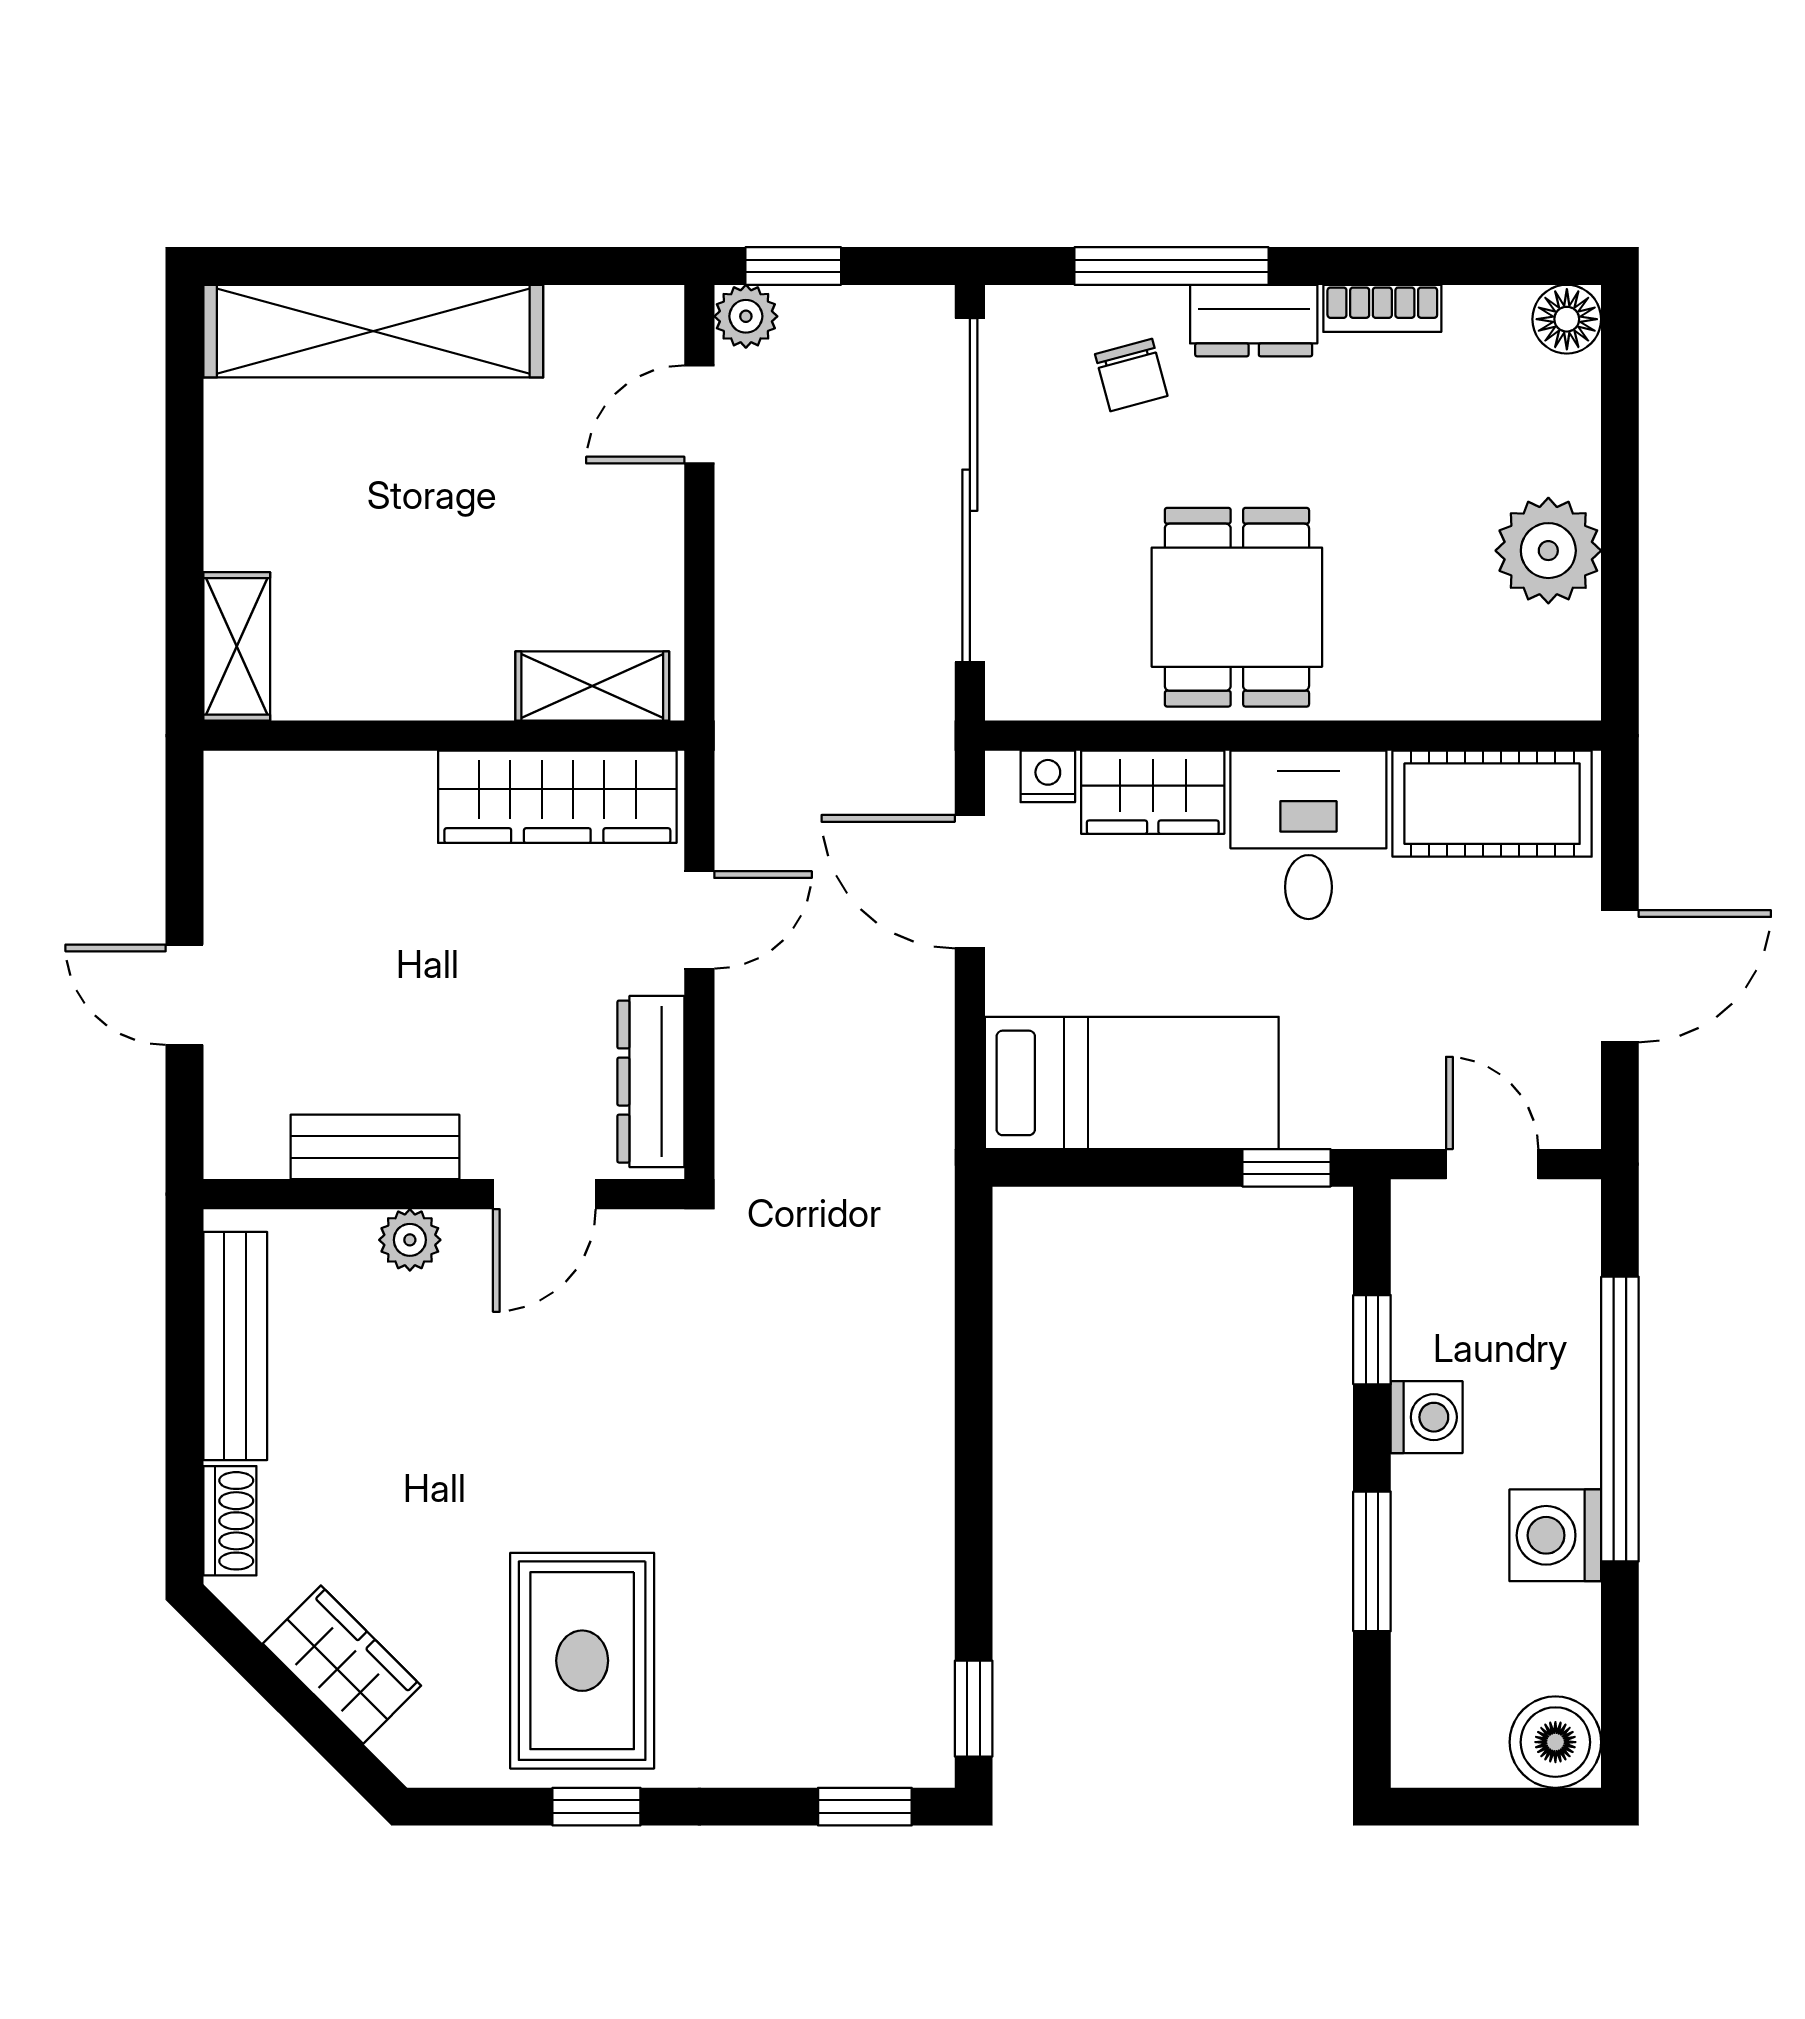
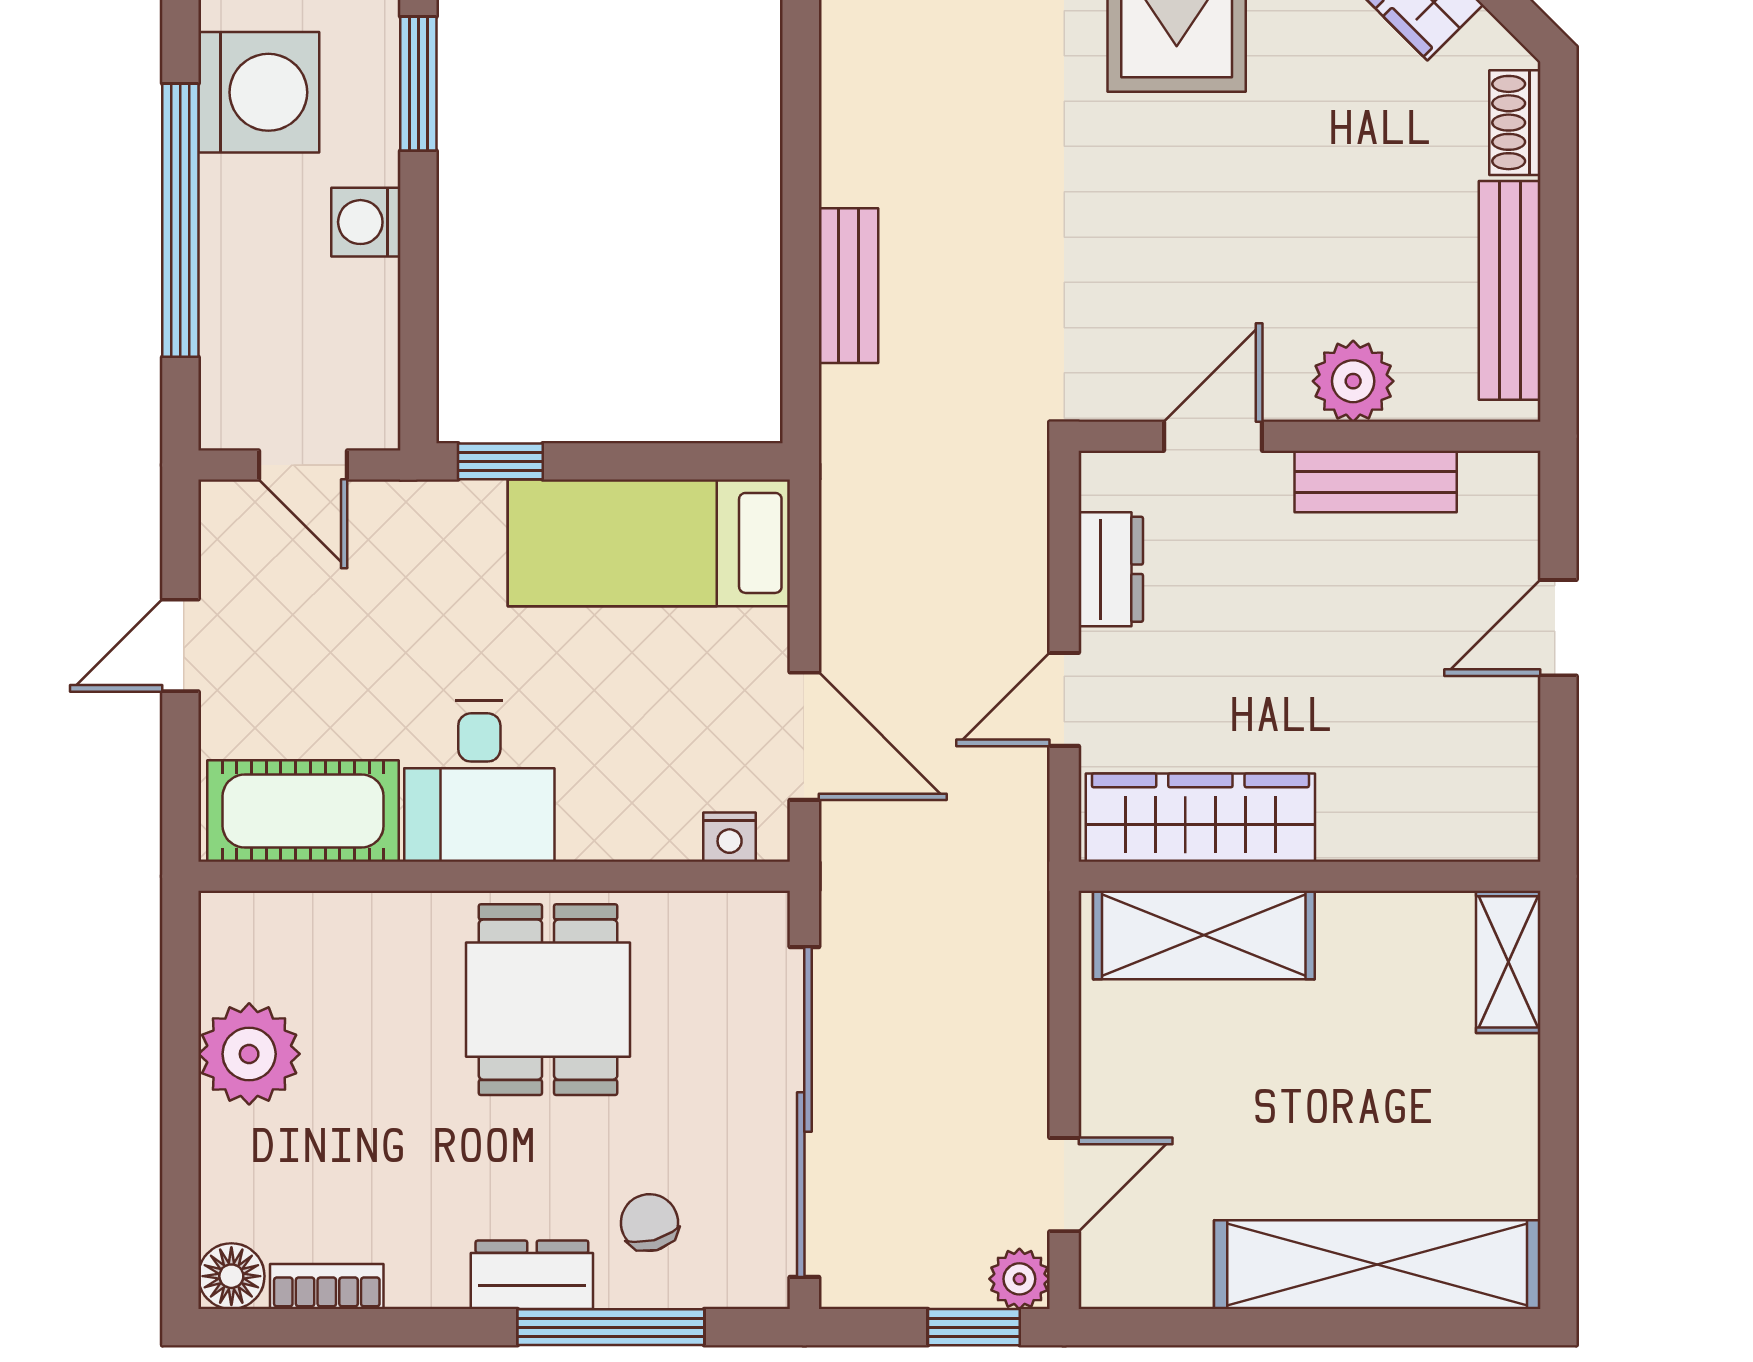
bookcase: (1382, 308) -> (327, 1287), moved
shelving: (592, 686) -> (1204, 935), width x1.50, depth x1.33
wardrobe: (1153, 792) -> (629, 822), removed
door: (1620, 976) -> (180, 645), width x0.73
door: (185, 995) -> (1558, 628), swing flipped
dresser: (651, 1082) -> (1111, 569), width x0.70
plant: (410, 1240) -> (1353, 381), width x1.38, depth x1.38
window: (1372, 1340) -> (418, 296), removed
bench: (924, 1351) -> (848, 286), added
washing machine: (1555, 1535) -> (259, 92), width x1.37, depth x1.37

